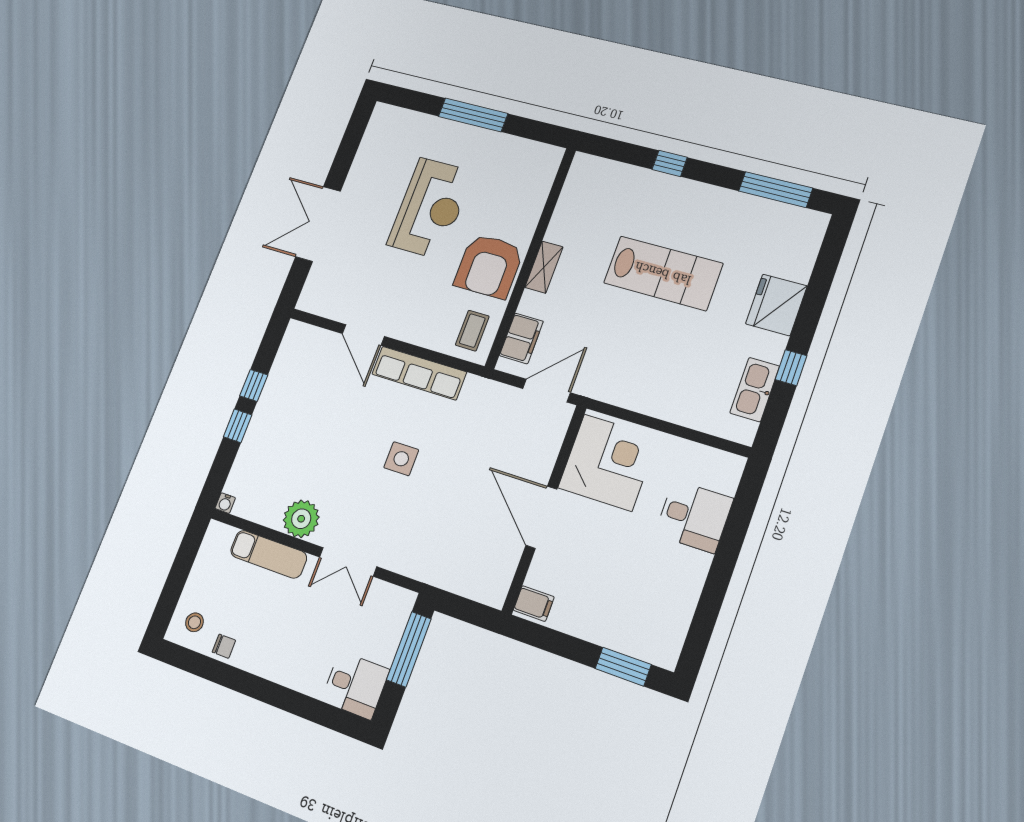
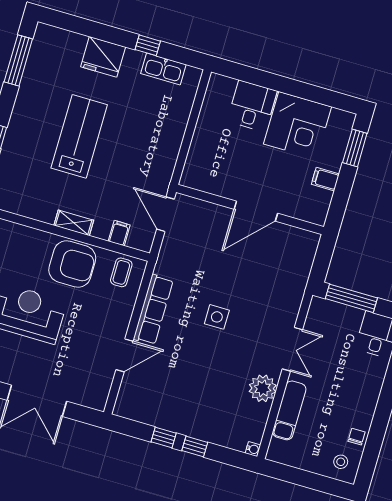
coffee table: (472, 331) -> (121, 272), turned 90
filing cabinet: (521, 338) -> (119, 233), width x0.50
corner desk: (608, 462) -> (298, 125), moved, turned 180
filing cabinet: (534, 604) -> (325, 179), moved, turned -90

